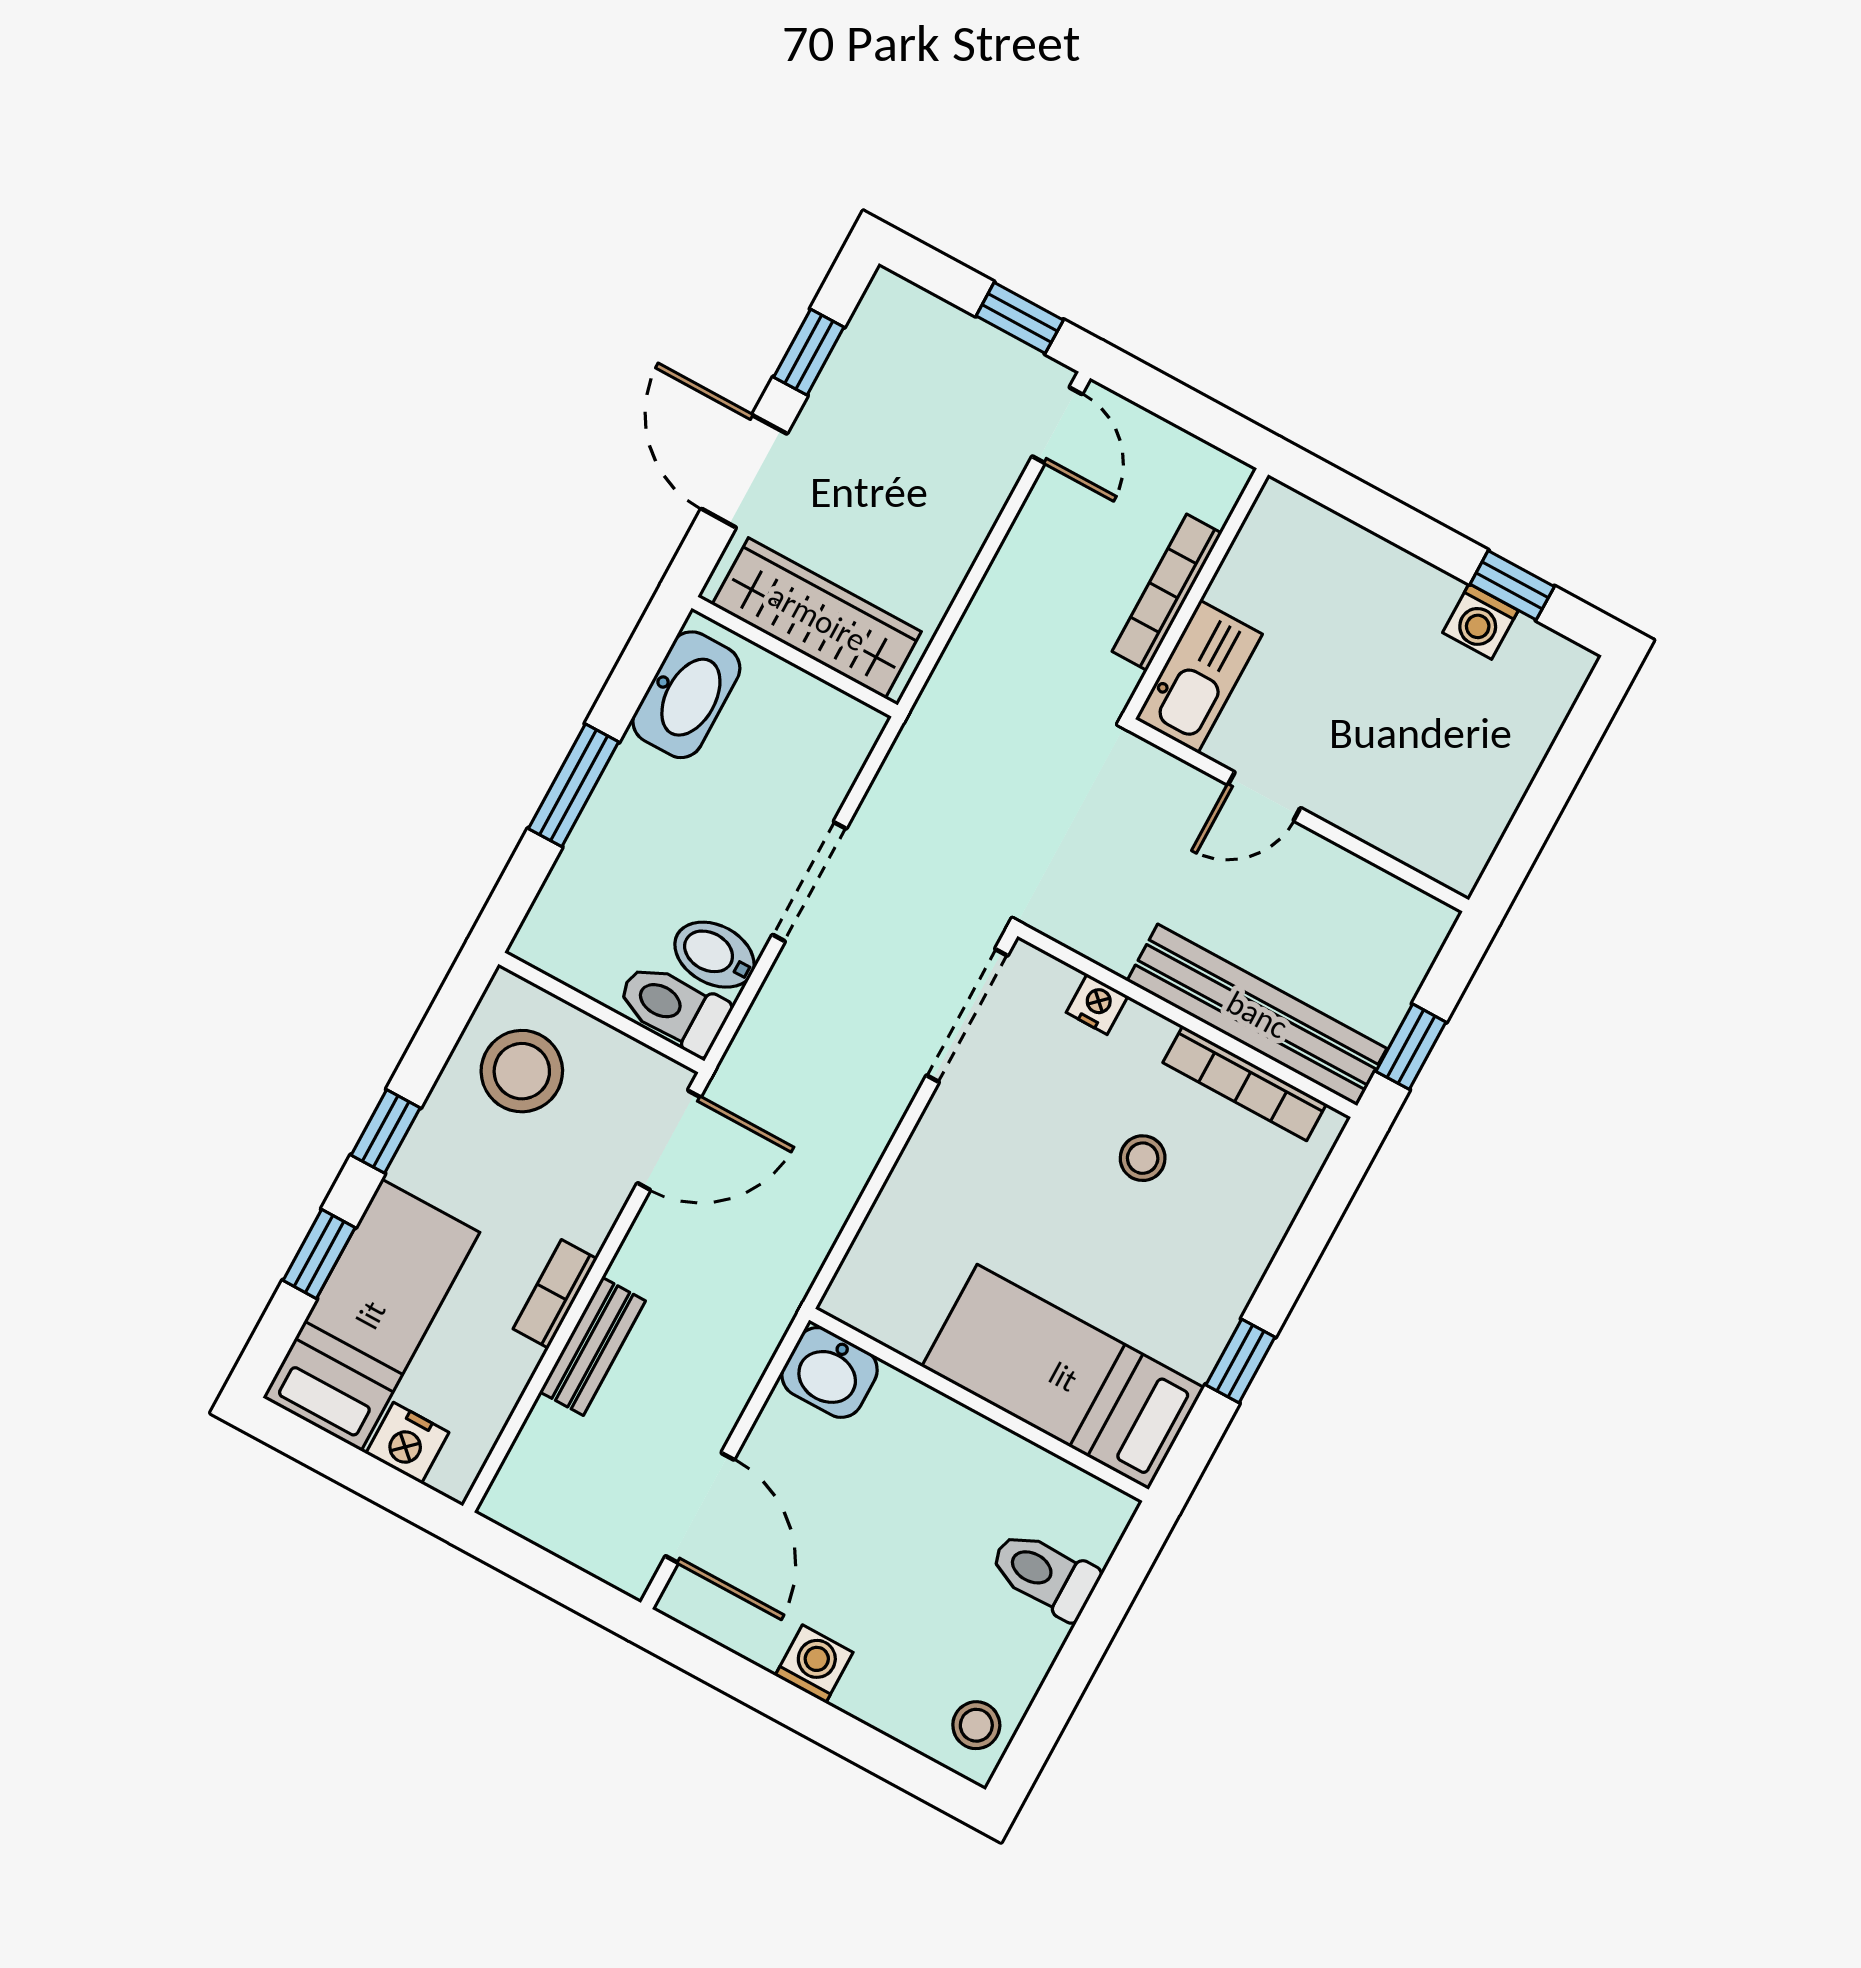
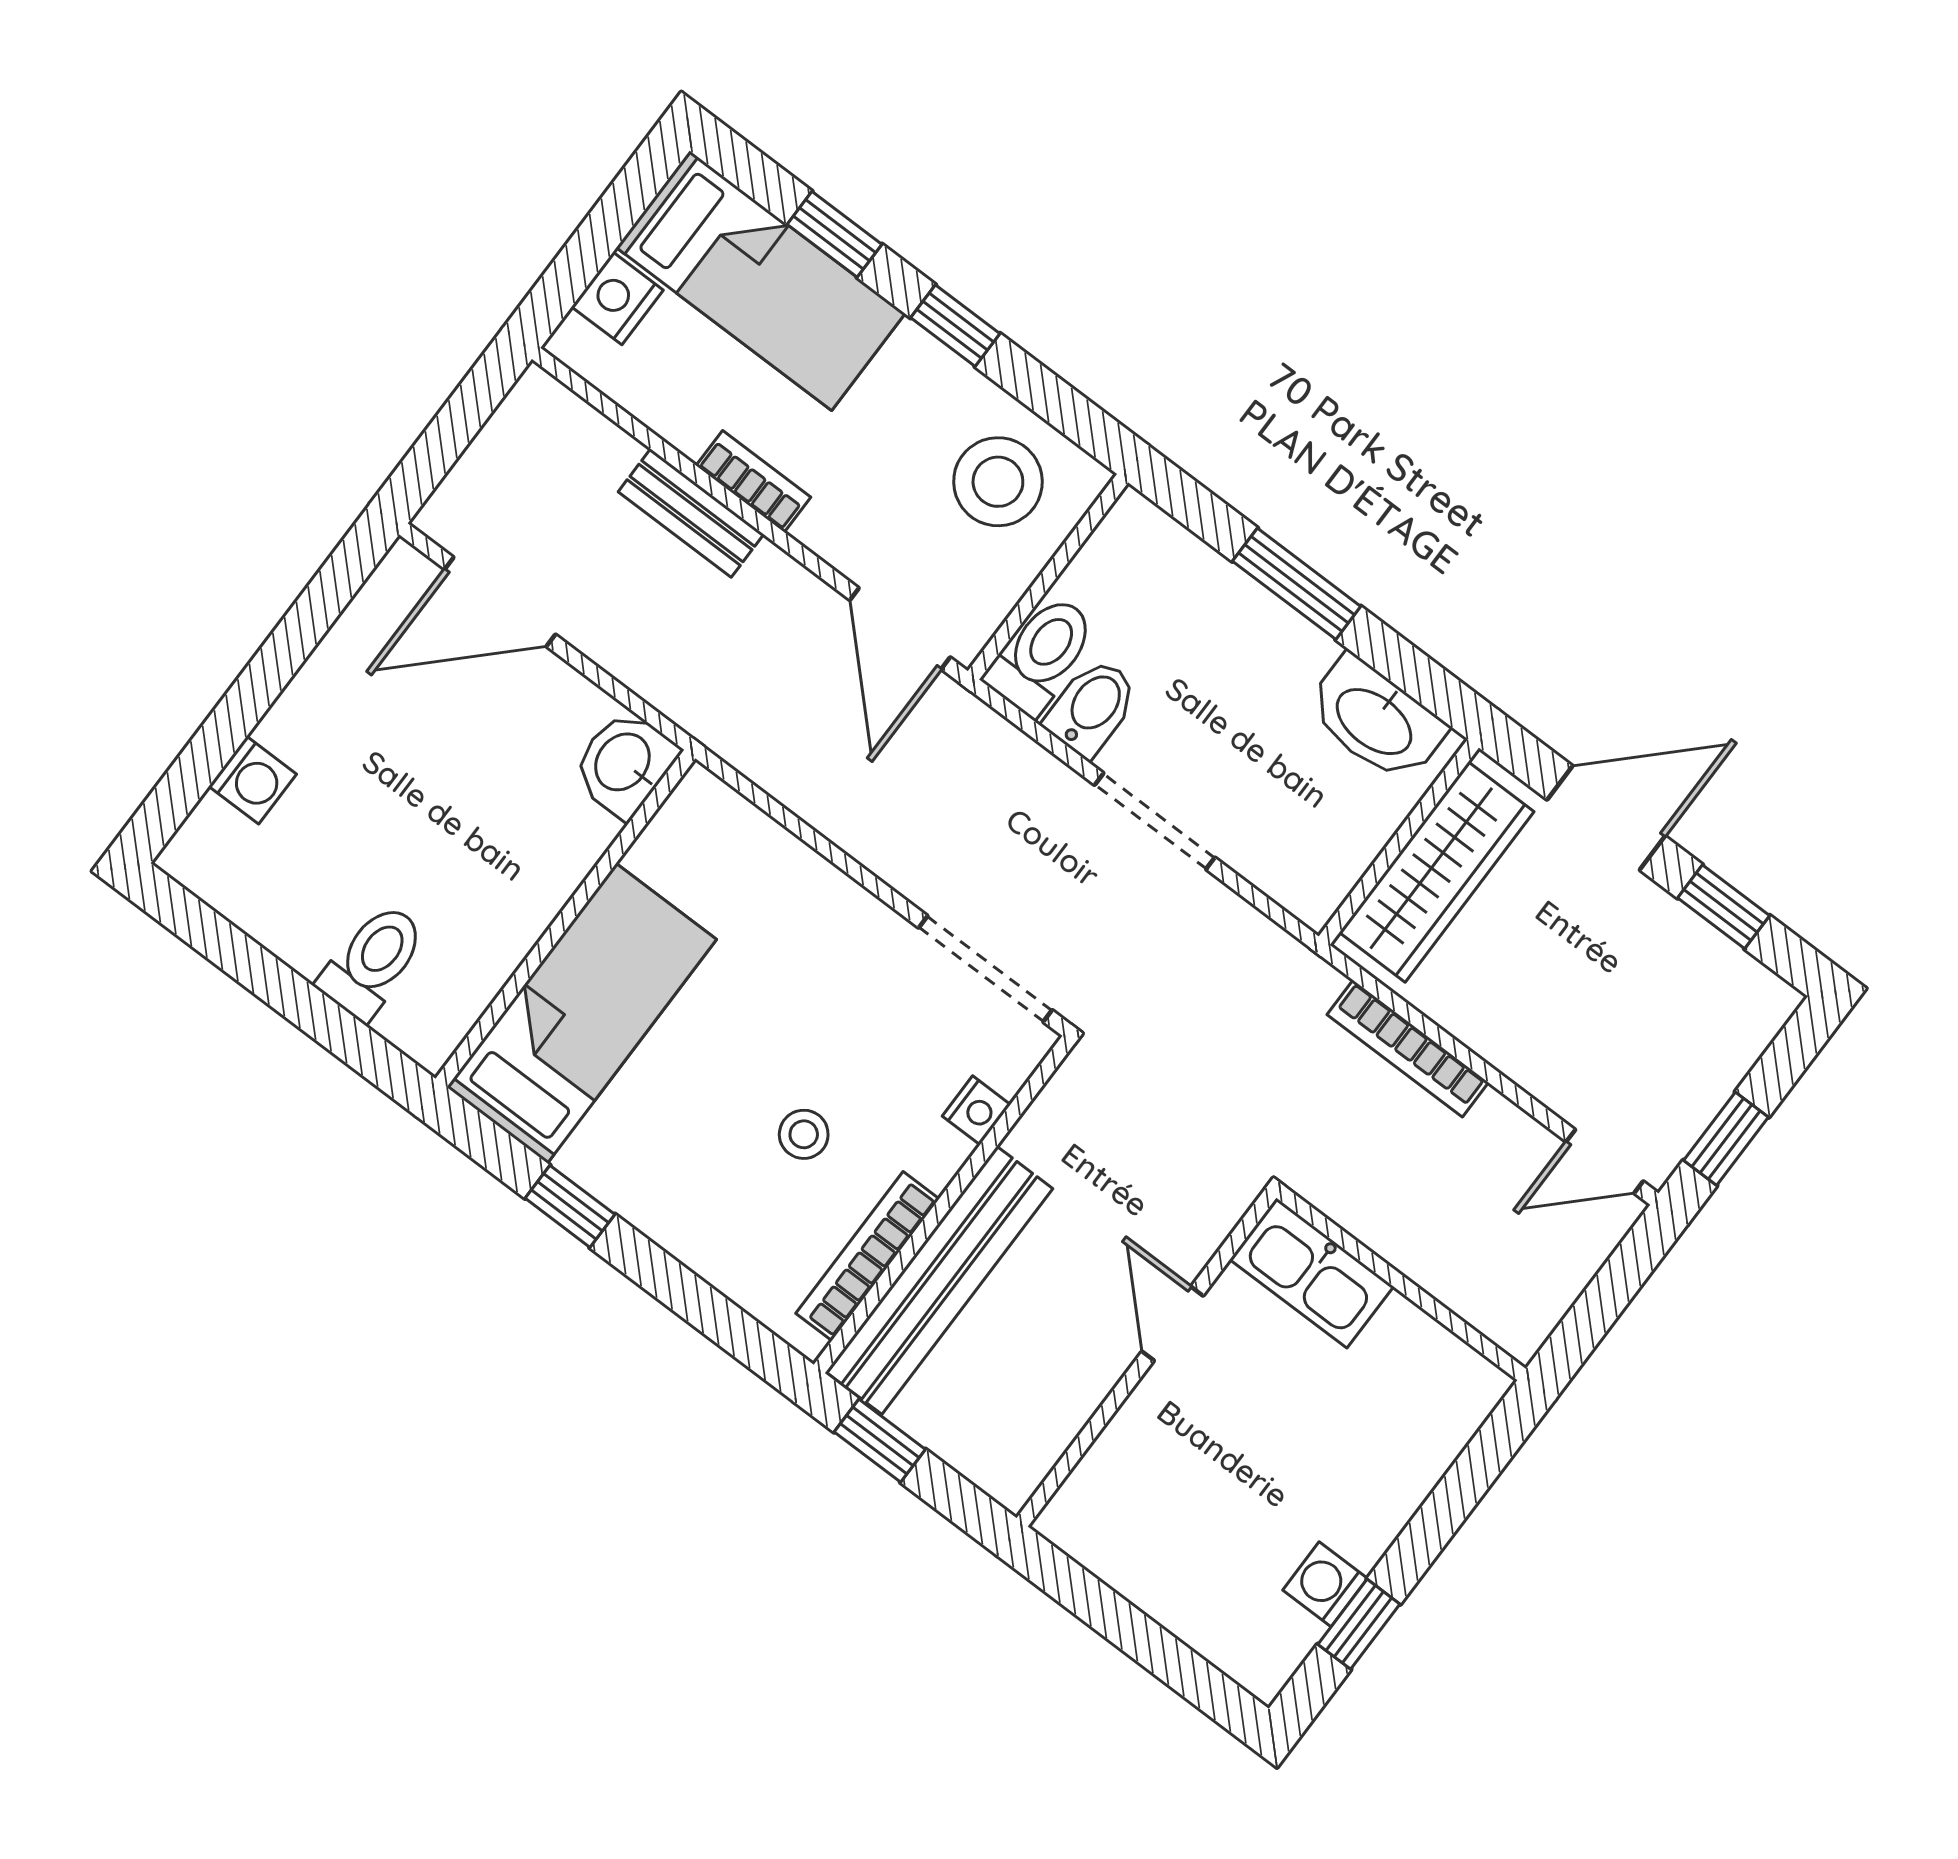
bookcase: (1167, 592) -> (1408, 1048), moved, turned 180
washing machine: (814, 1664) -> (253, 780), moved
stool: (976, 1725) -> (222, 864), removed

